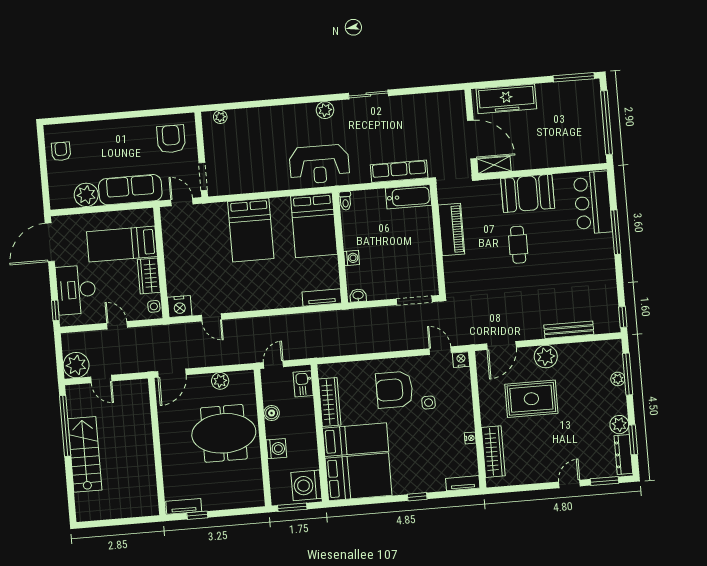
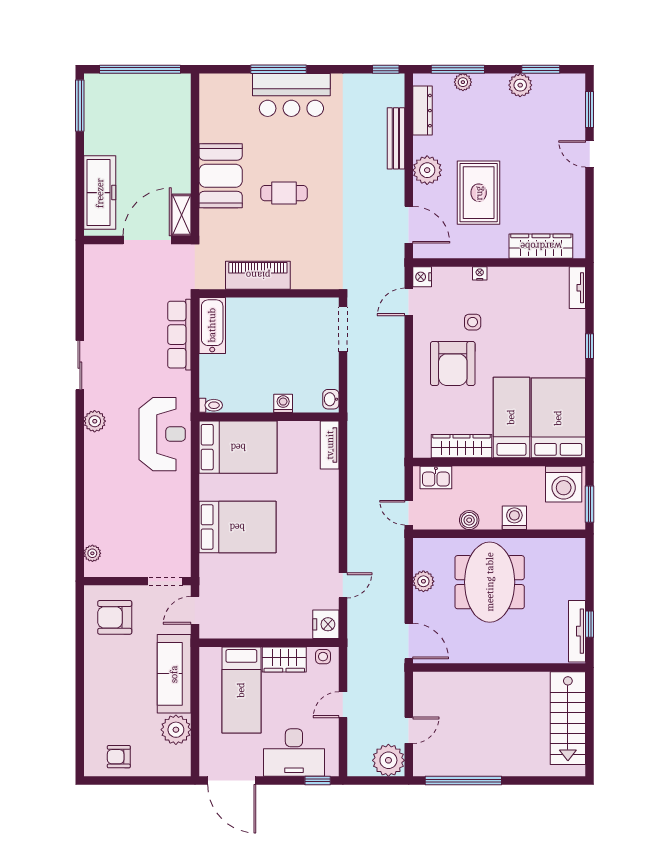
bar counter: (593, 203) -> (291, 95), moved
nightstand: (470, 438) -> (480, 273), moved
stairs: (85, 454) -> (568, 718), moved, turned -90
dresser: (623, 454) -> (422, 111), moved, turned -90
tv unit: (184, 506) -> (577, 631), width x1.41

